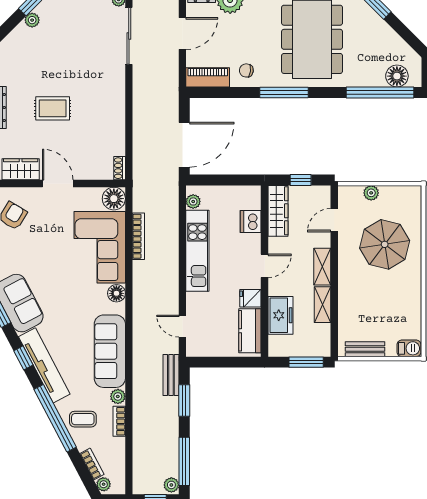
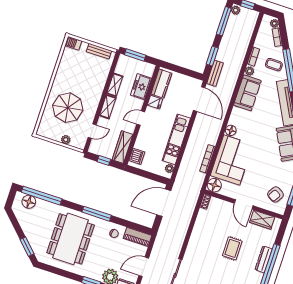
rug: (53, 108) -> (232, 248), turned 90
dishwasher: (251, 222) -> (137, 156), moved
door: (182, 326) -> (199, 99), width x1.87
sofa: (110, 351) -> (247, 93), width x0.73

